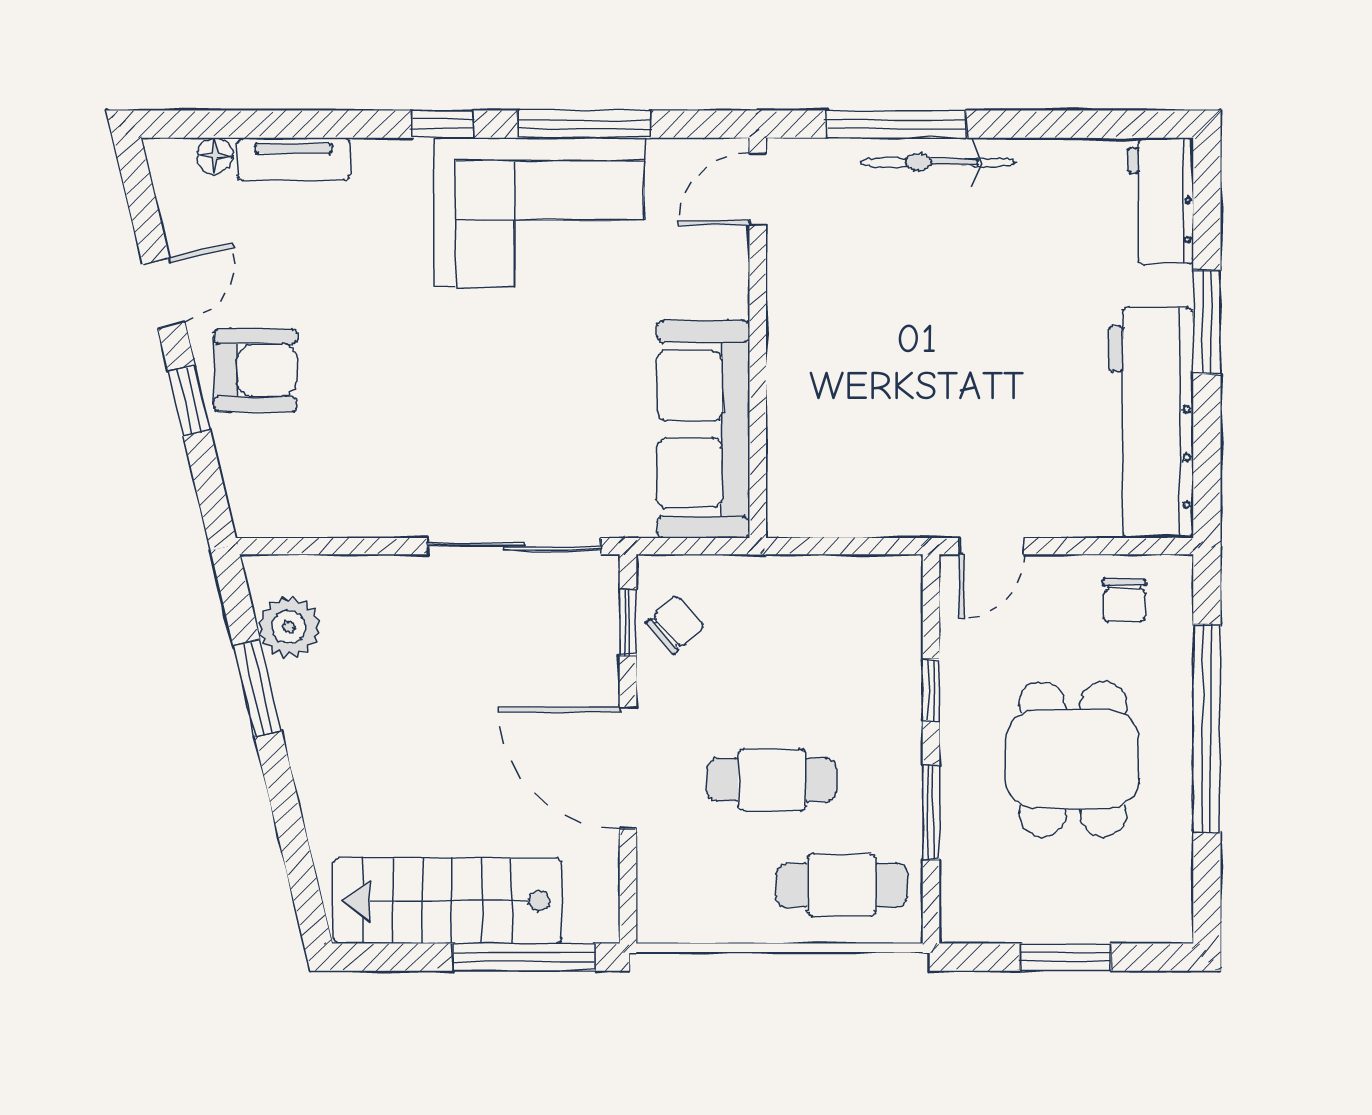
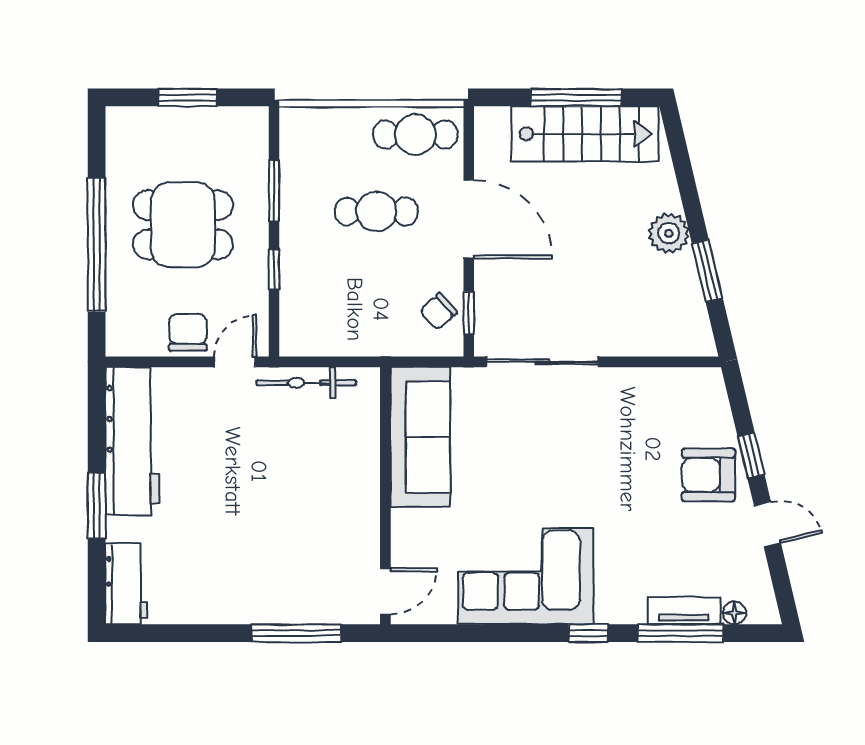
window: (584, 124) -> (681, 633), moved
bicycle: (938, 162) -> (306, 383), moved, turned 180
door: (164, 293) -> (767, 524), swing flipped
chair: (1124, 600) -> (188, 332), moved, width x1.37, depth x1.37
plant: (289, 627) -> (669, 233), moved
dining table: (1073, 759) -> (183, 225), turned 90
cafe table: (842, 885) -> (415, 134), moved
window: (524, 957) -> (576, 97), moved

